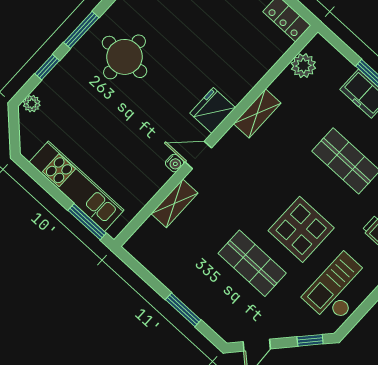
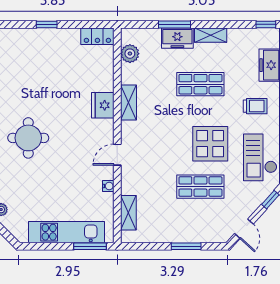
fridge: (213, 110) -> (103, 105), moved
water cooler: (174, 163) -> (108, 186), moved
shelving: (175, 203) -> (128, 213), moved

